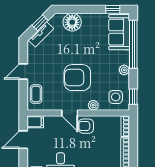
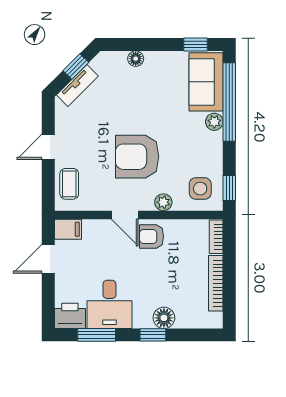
floor lamp: (72, 22) -> (136, 59), width x0.53, depth x0.53
plant: (124, 70) -> (214, 122), moved

